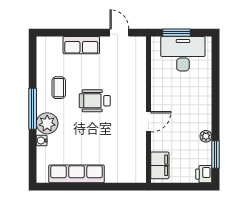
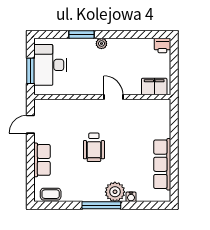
coffee table: (59, 88) -> (51, 194), moved
plant: (206, 136) -> (101, 44), moved
window: (216, 155) -> (81, 34), moved

